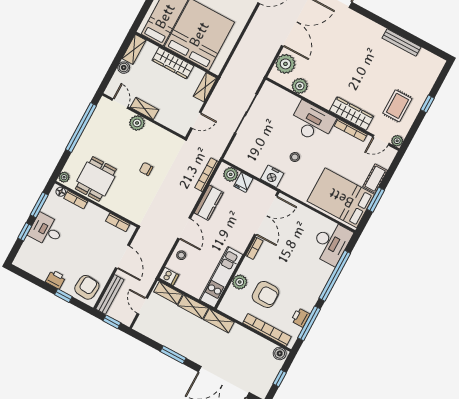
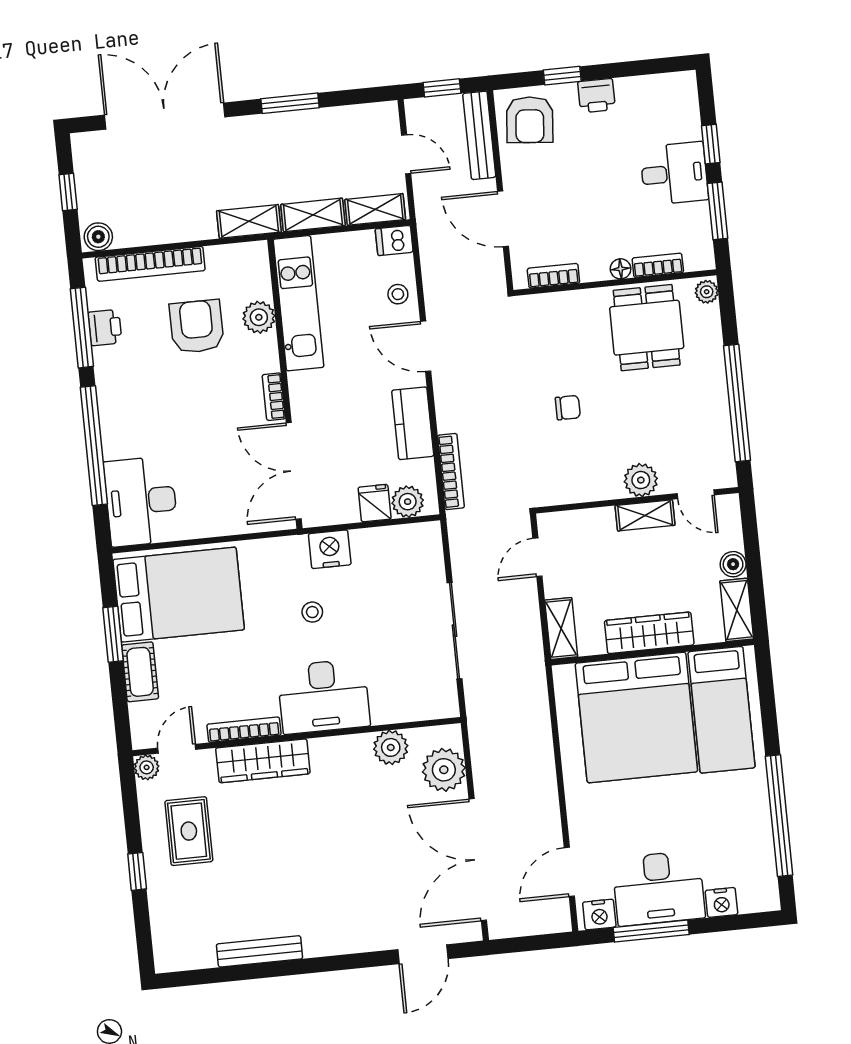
floor lamp: (61, 192) -> (621, 269), moved
armchair: (266, 294) -> (197, 326), turned 90

